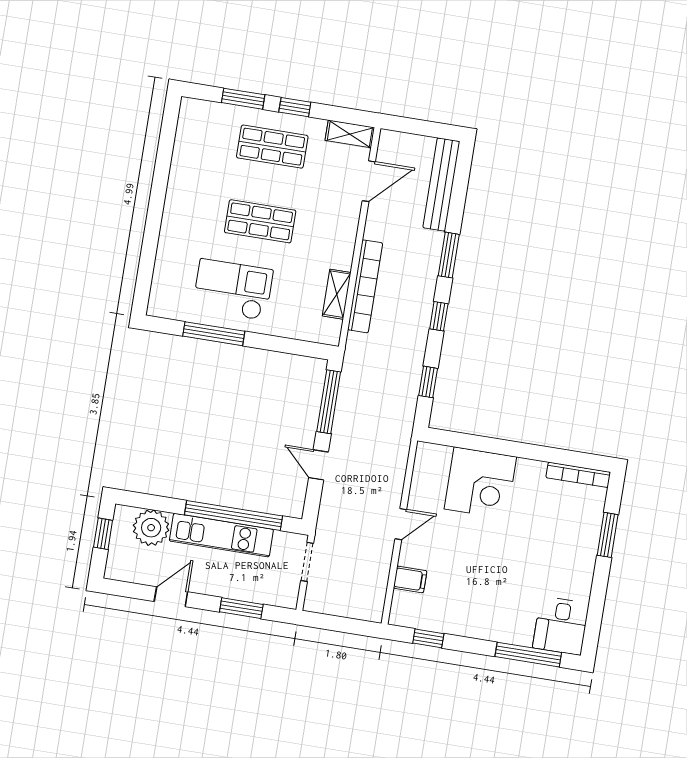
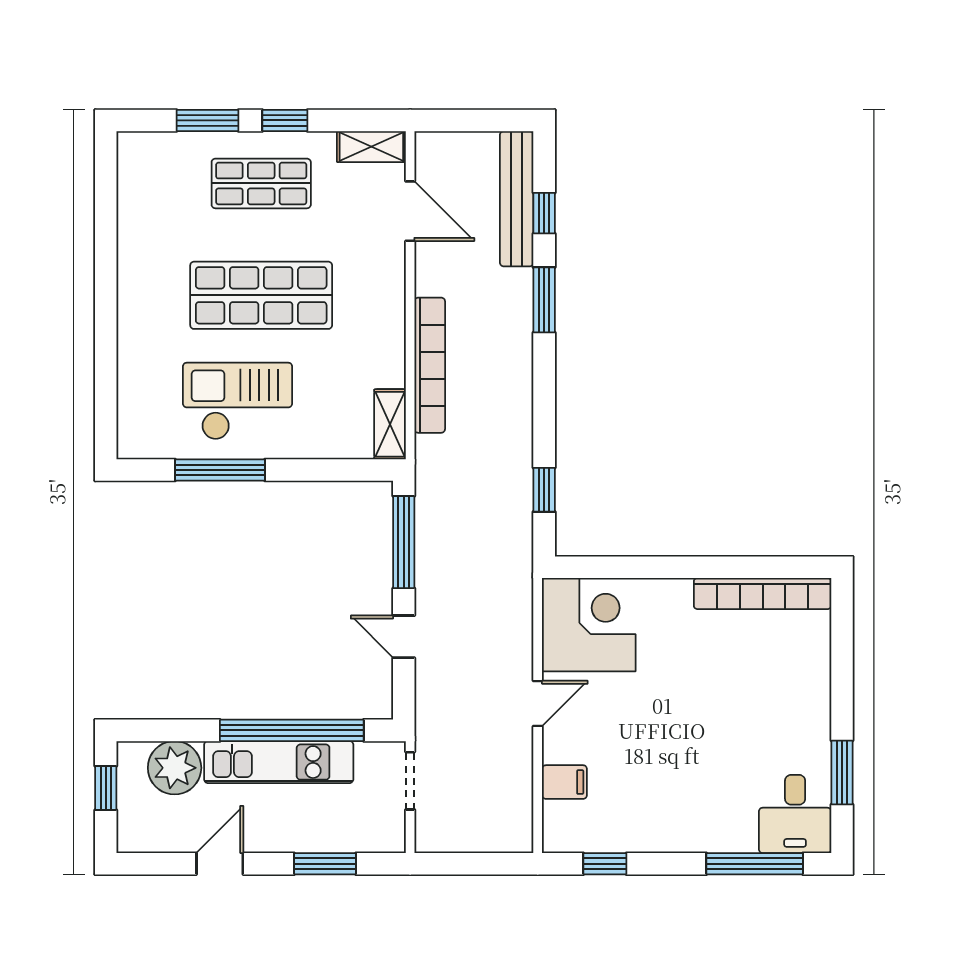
door: (369, 181) -> (410, 211), hinge flipped
shop shelf: (260, 221) -> (261, 295), width x1.43, depth x1.36
shelving: (337, 294) -> (390, 424), moved
window: (439, 316) -> (544, 213), moved
bookcase: (578, 475) -> (763, 594), width x1.48, depth x1.31
corner desk: (480, 483) -> (589, 625), moved, turned -90
window: (608, 535) -> (842, 773), moved

